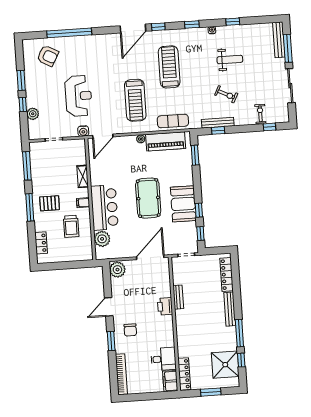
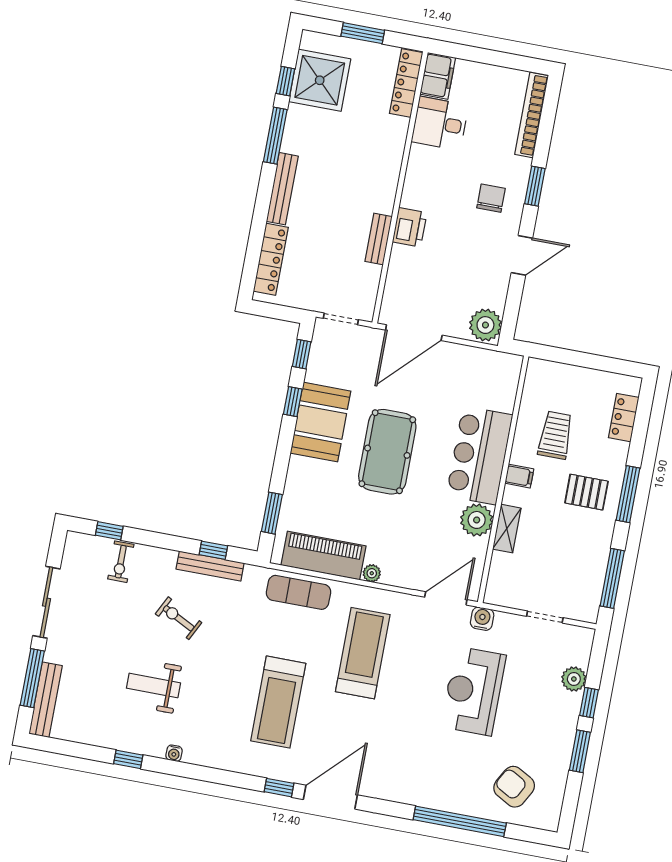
window: (192, 25) -> (211, 775), removed
plant: (102, 239) -> (477, 520), moved

